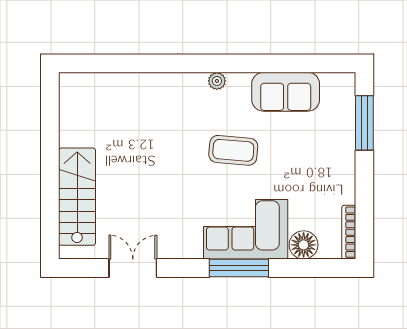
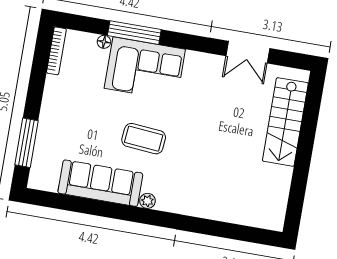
sofa: (286, 92) -> (100, 183), width x1.36
floor lamp: (304, 245) -> (104, 42), width x0.53, depth x0.53
window: (239, 268) -> (134, 33), moved

